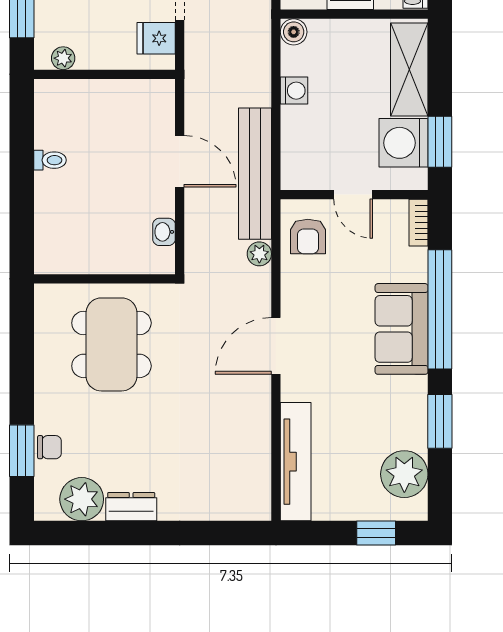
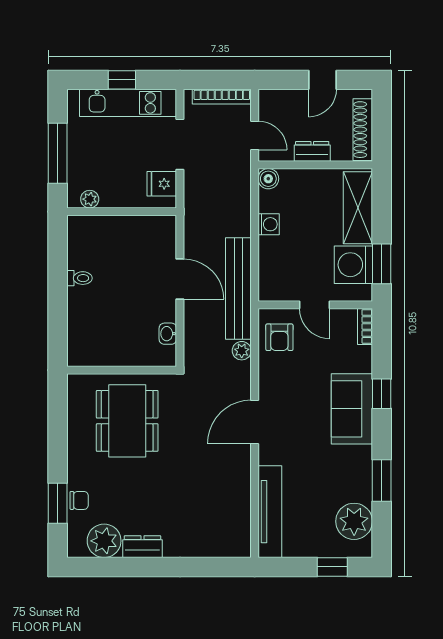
window: (440, 309) -> (382, 394), width x0.32

